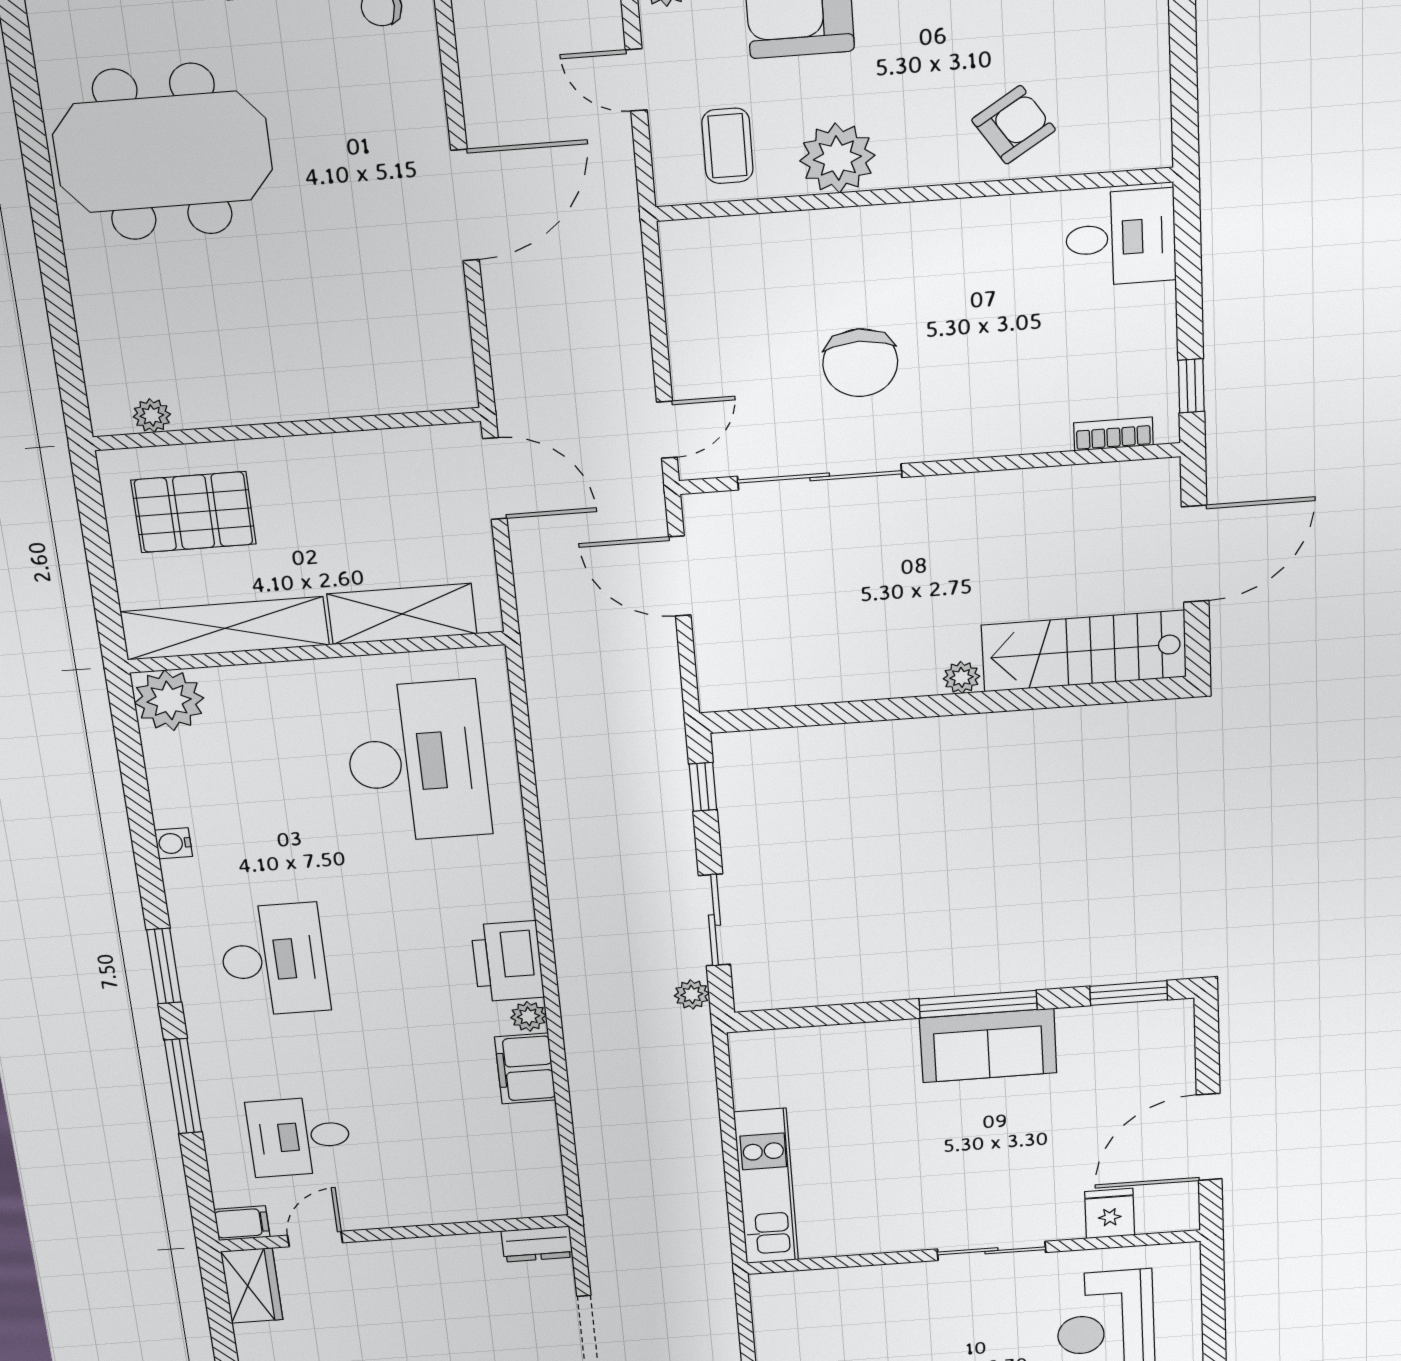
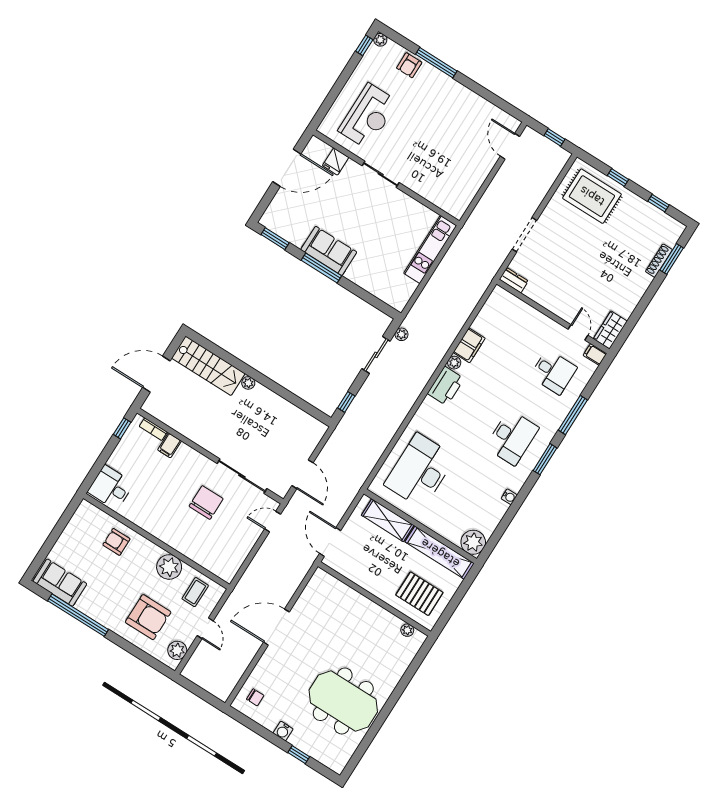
armchair: (1014, 125) -> (116, 542), turned 33
filing cabinet: (1047, 426) -> (169, 445), added
desk: (274, 960) -> (512, 437), turned 180
door: (315, 1239) -> (578, 332), swing flipped

